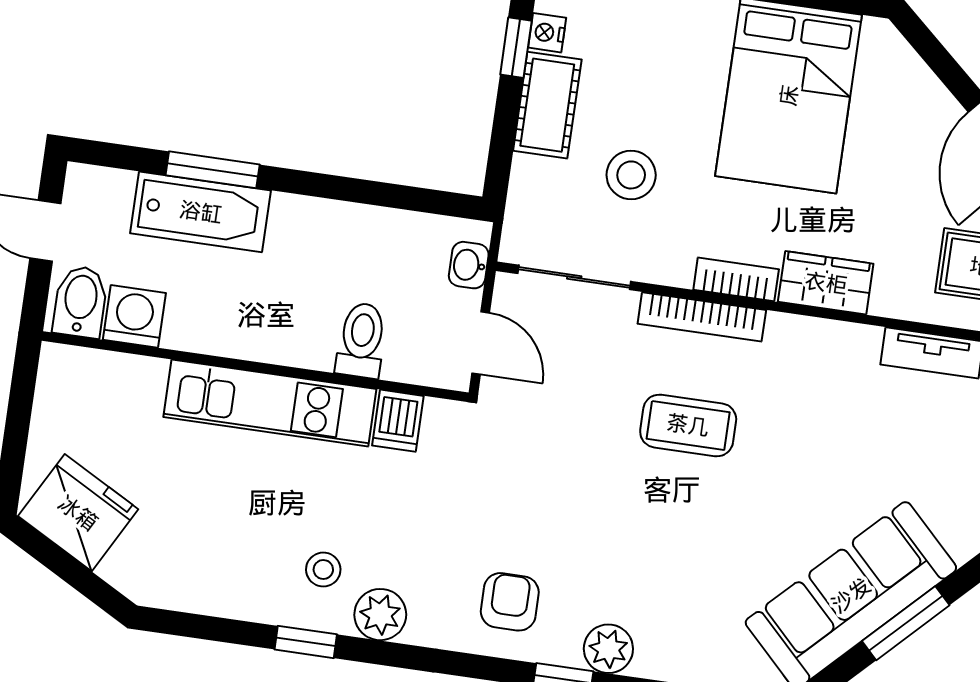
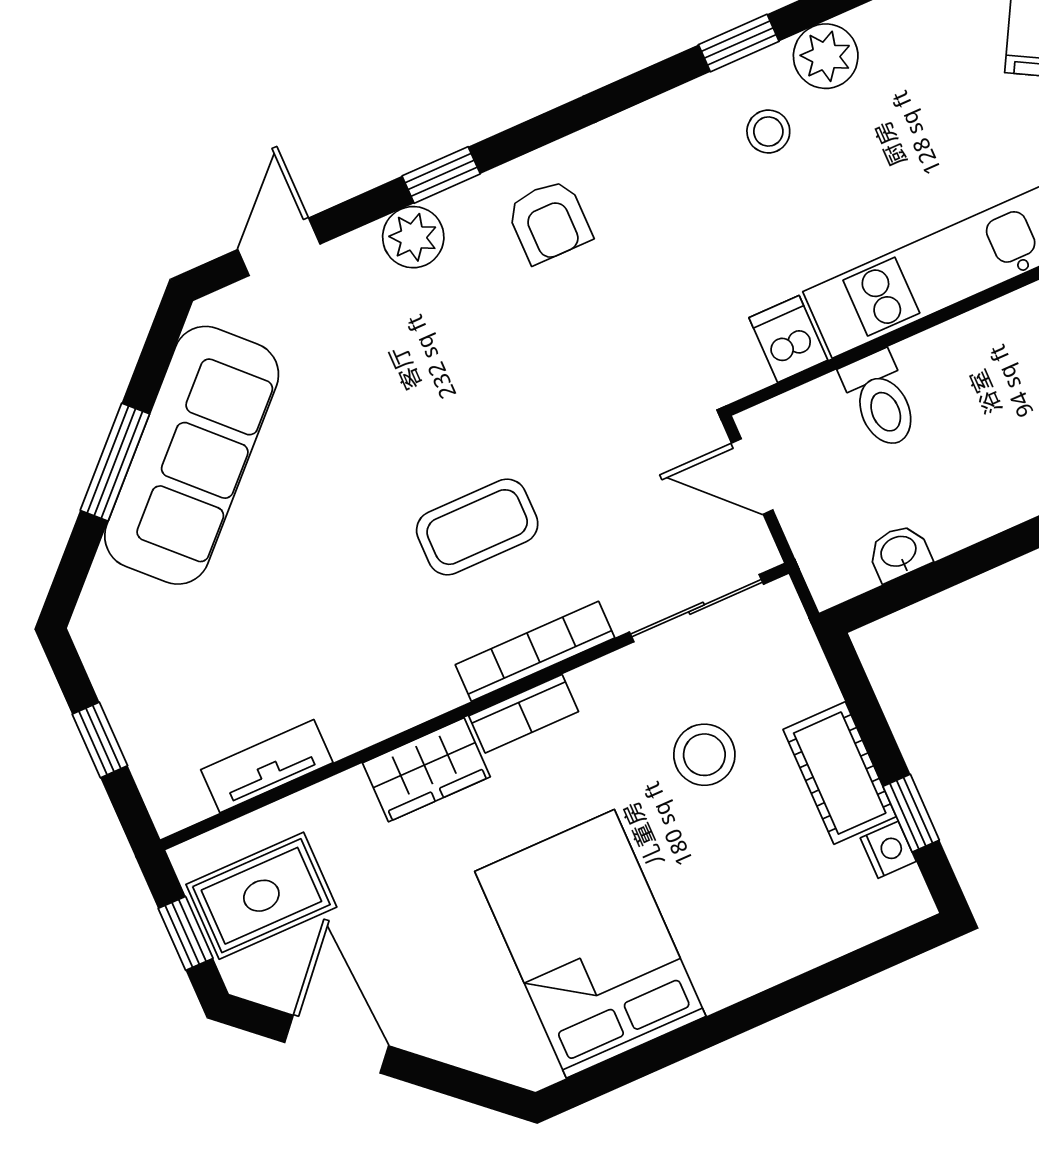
washbasin: (469, 265) -> (899, 552), moved, turned -90
plant: (380, 615) -> (826, 56), moved

